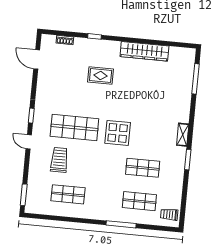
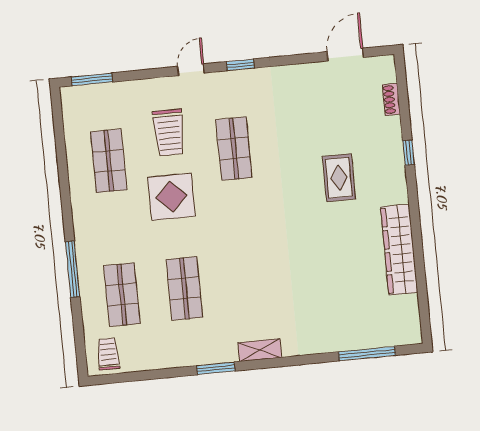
shop shelf: (74, 127) -> (234, 149), width x0.70, depth x0.74
display table: (118, 133) -> (171, 197), moved
trolley: (59, 160) -> (169, 132), turned 90

